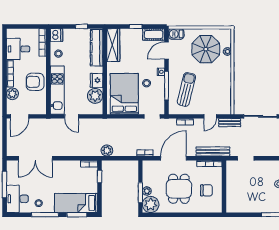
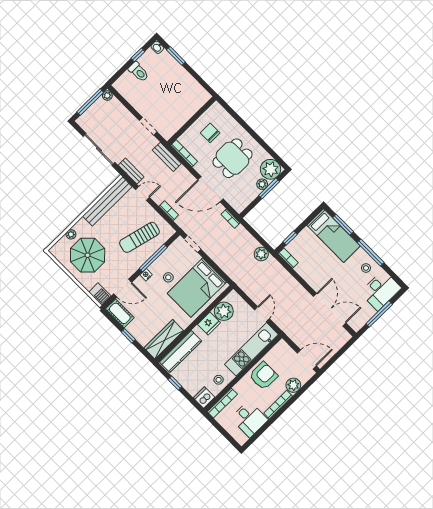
armchair: (35, 82) -> (263, 376), turned -90
bench: (226, 91) -> (107, 201), added
bench: (213, 151) -> (167, 157), width x0.73

